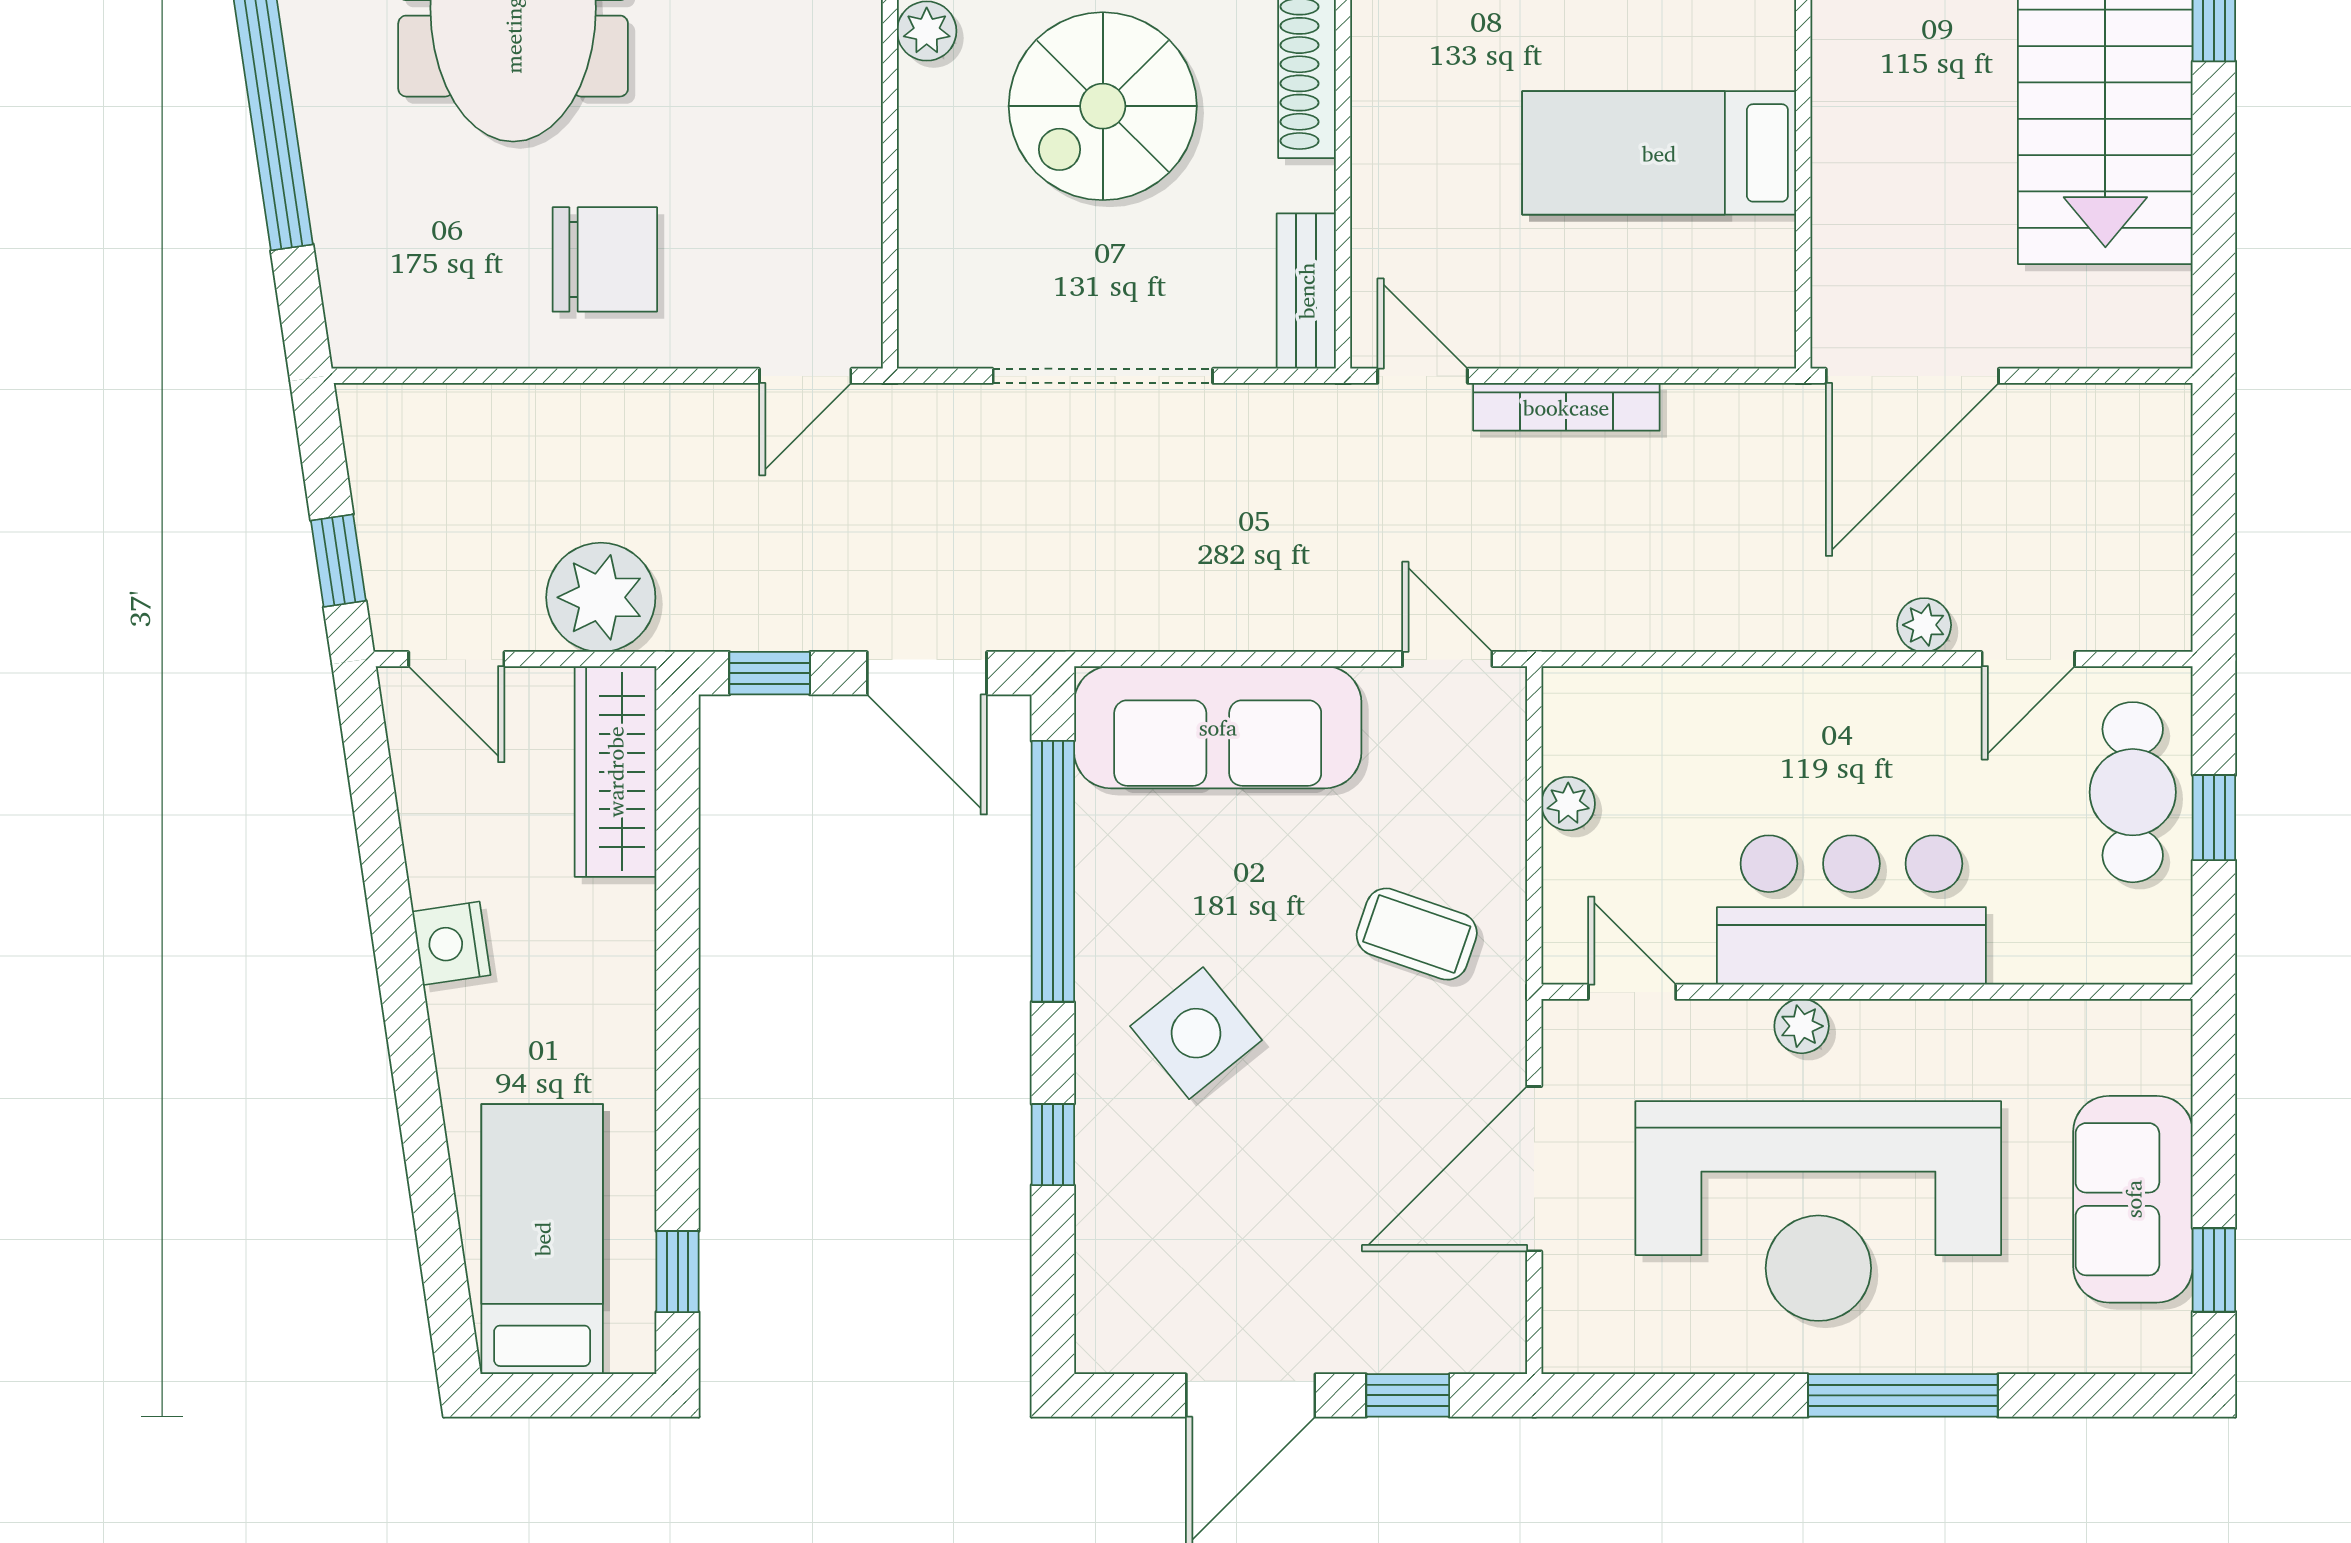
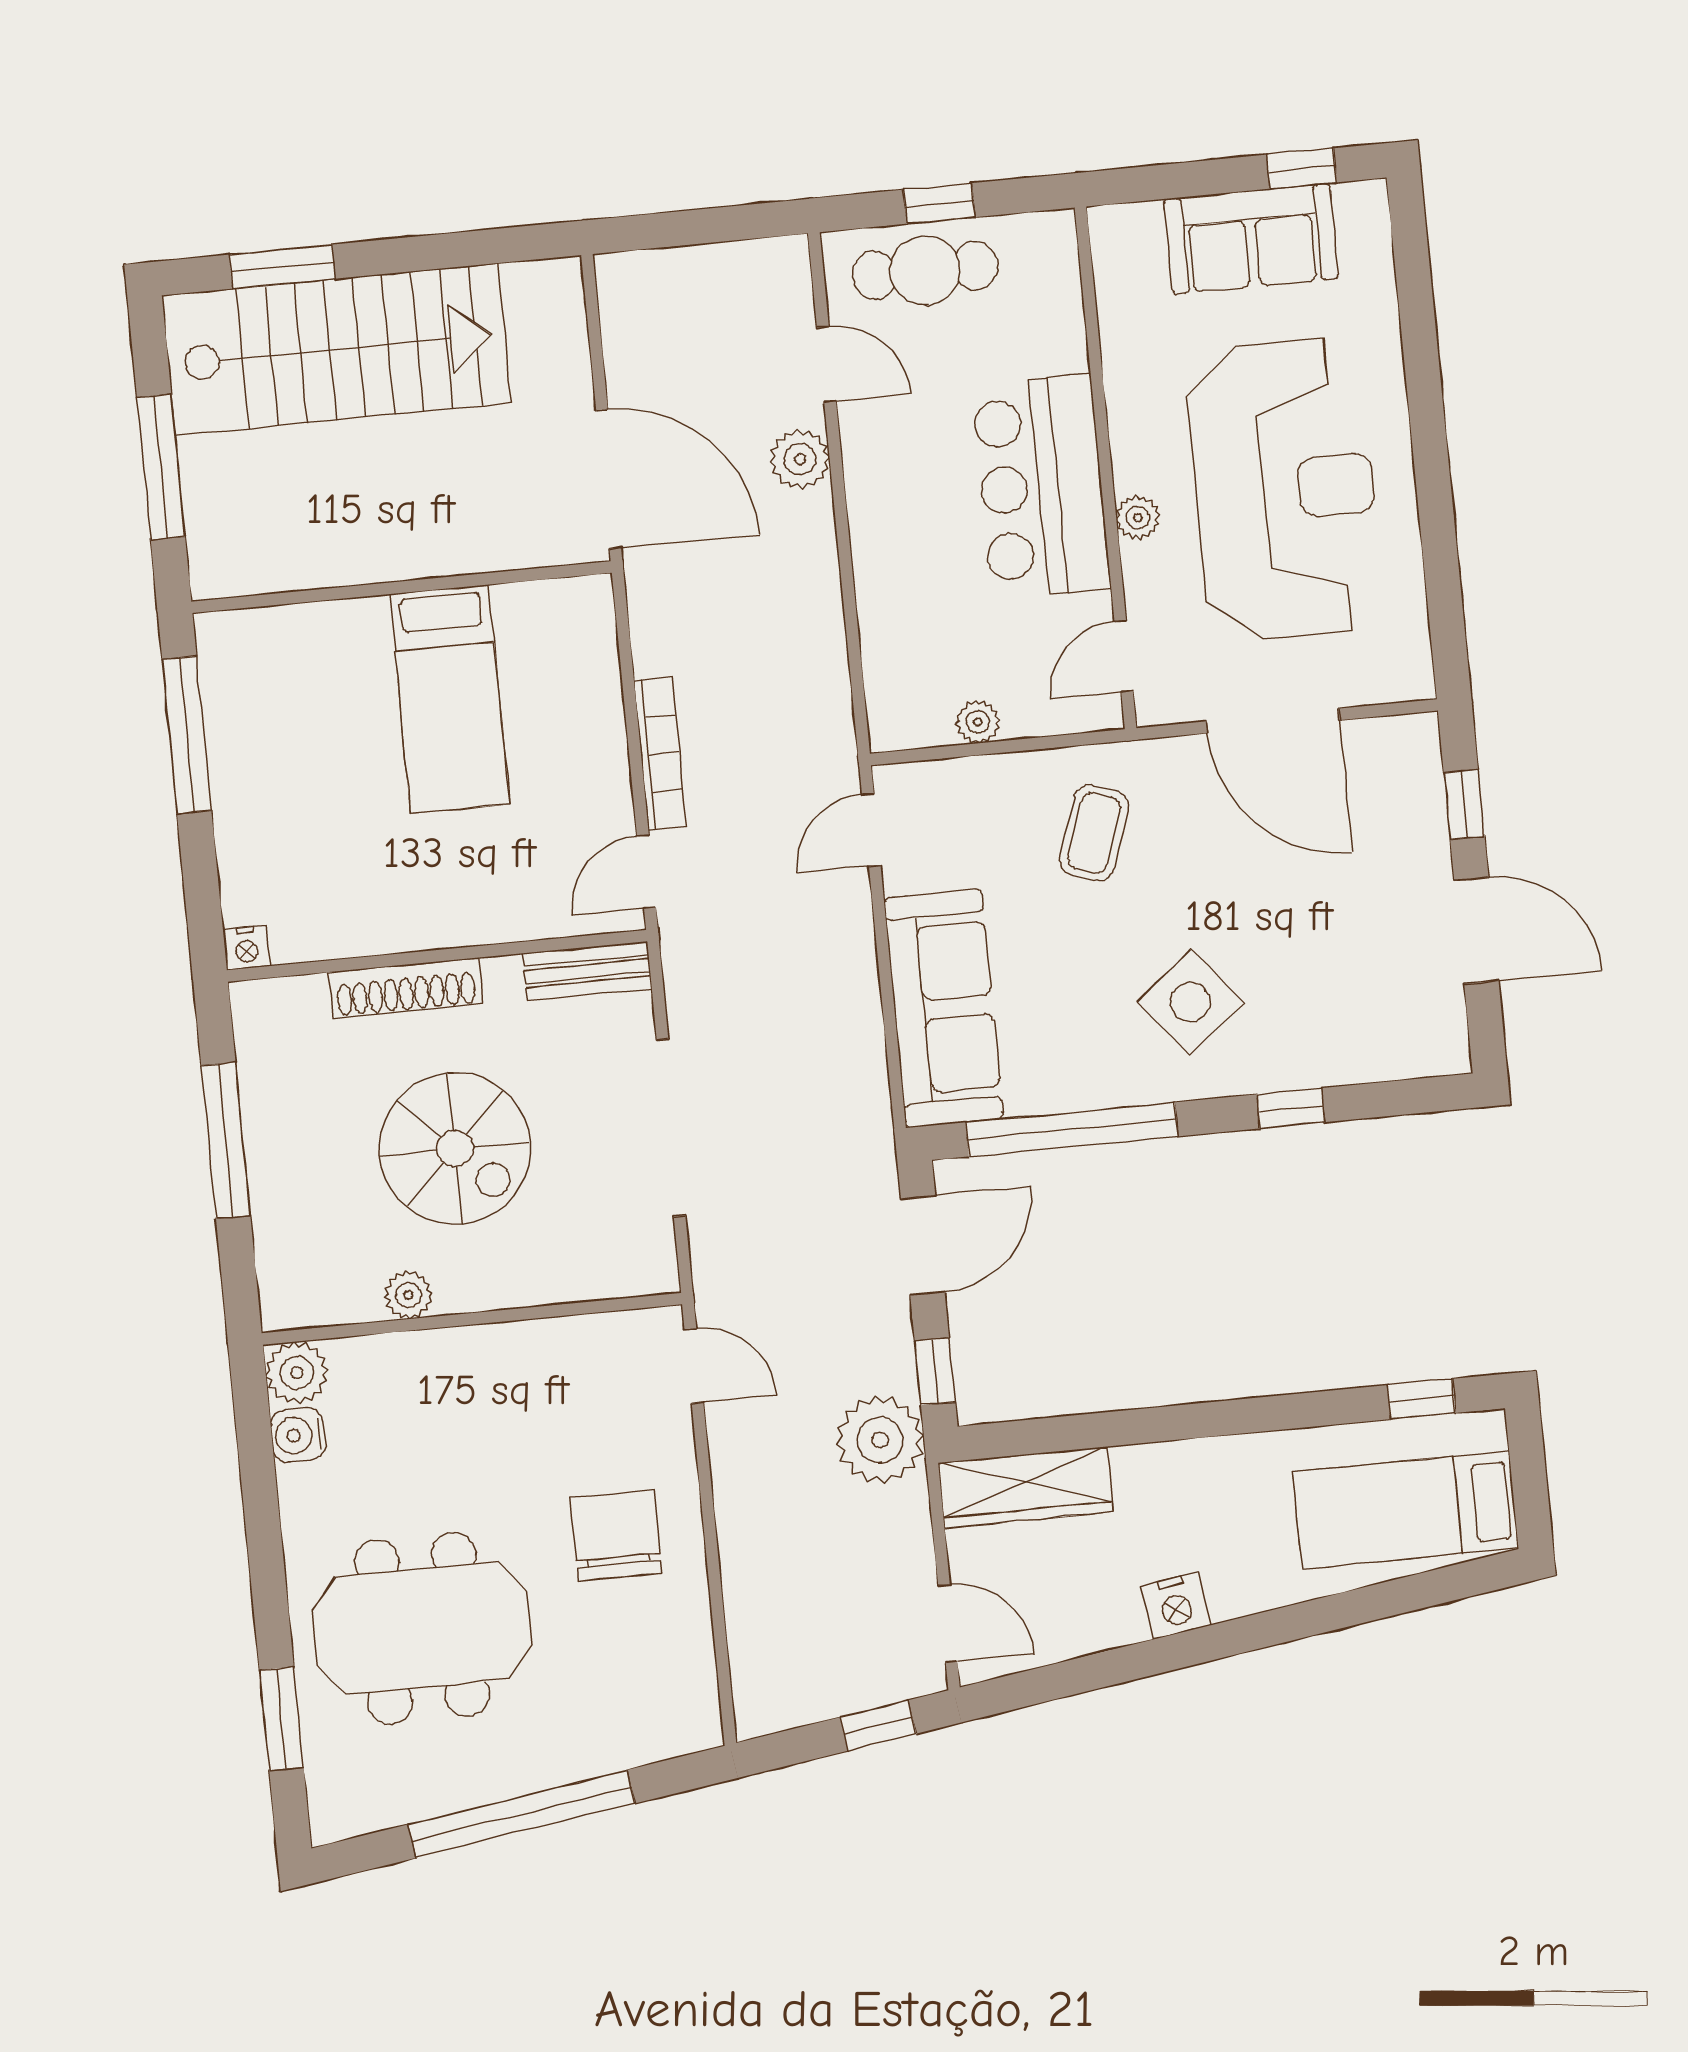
plant: (601, 597) -> (880, 1440), moved
plant: (1924, 625) -> (800, 459), width x1.38, depth x1.38
door: (456, 659) -> (948, 1623), hinge flipped
window: (1903, 1395) -> (1426, 408), removed

